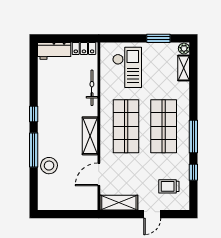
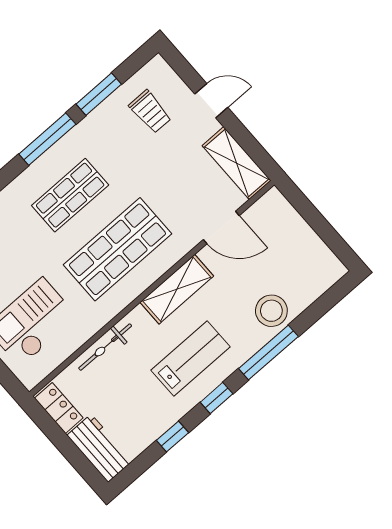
window: (34, 83) -> (173, 436), added
lab bench: (58, 117) -> (190, 358), added
shop shelf: (164, 126) -> (70, 195), width x0.70, depth x0.74
window: (193, 172) -> (99, 94), width x1.50

